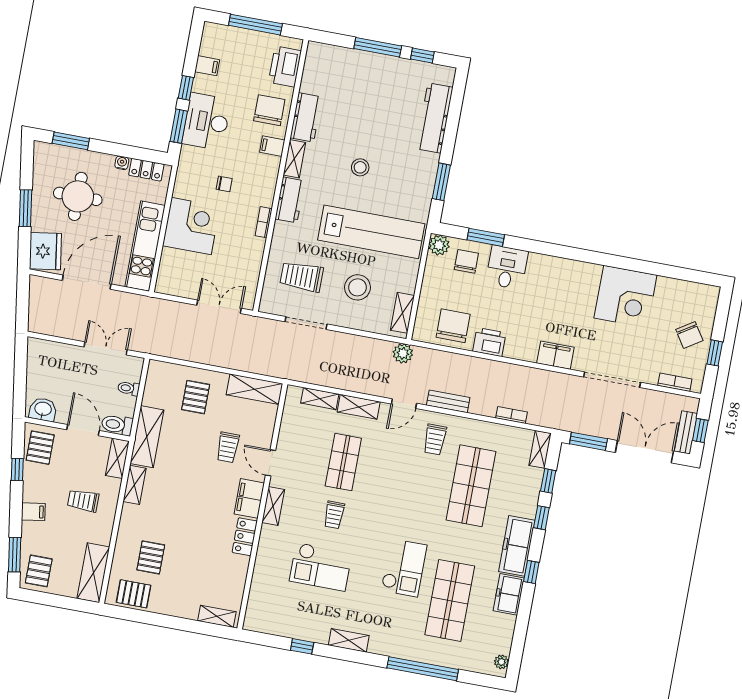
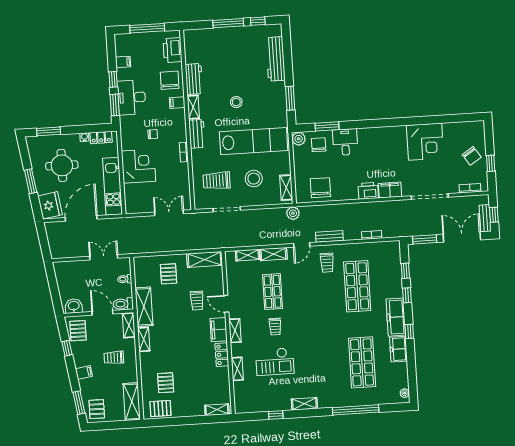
printer: (489, 342) -> (368, 191), moved
shelving: (540, 449) -> (237, 369), moved
checkout: (404, 568) -> (328, 349), removed

